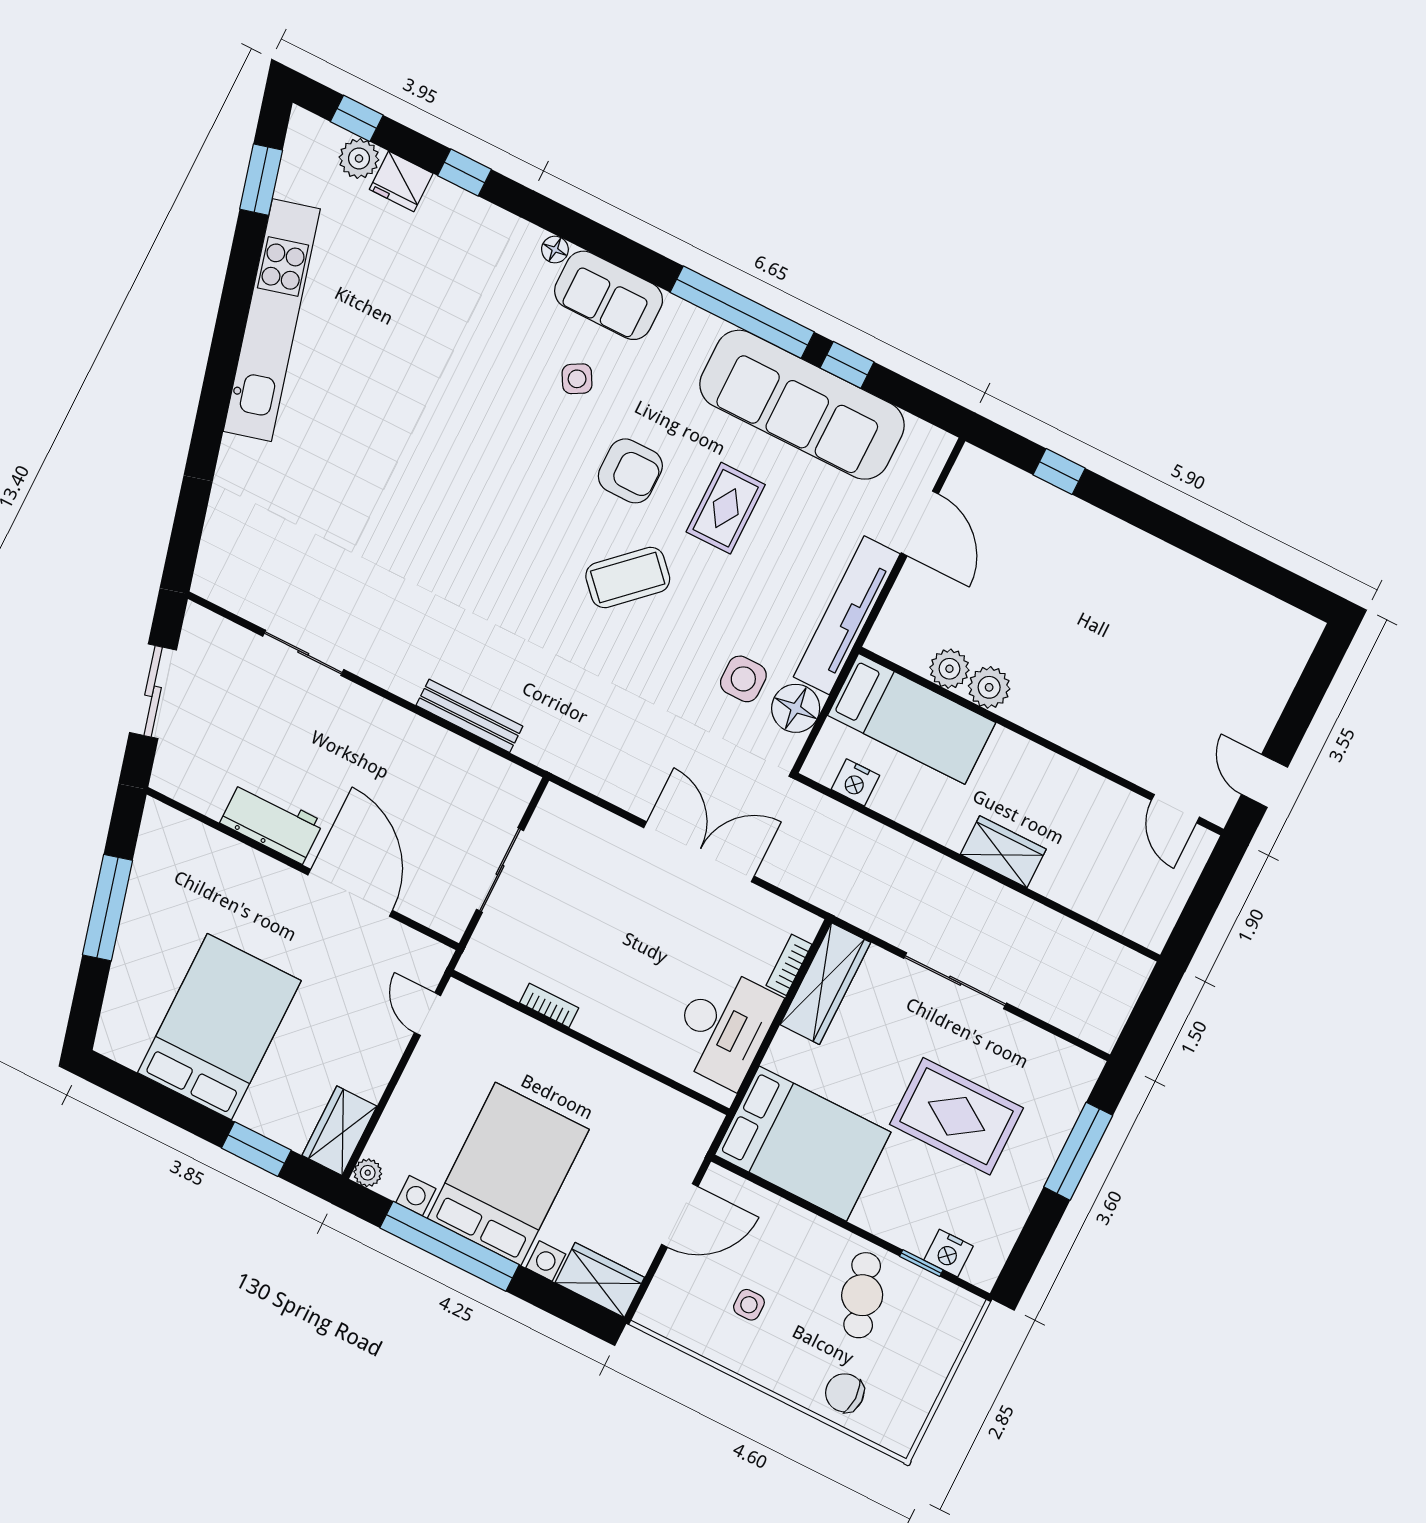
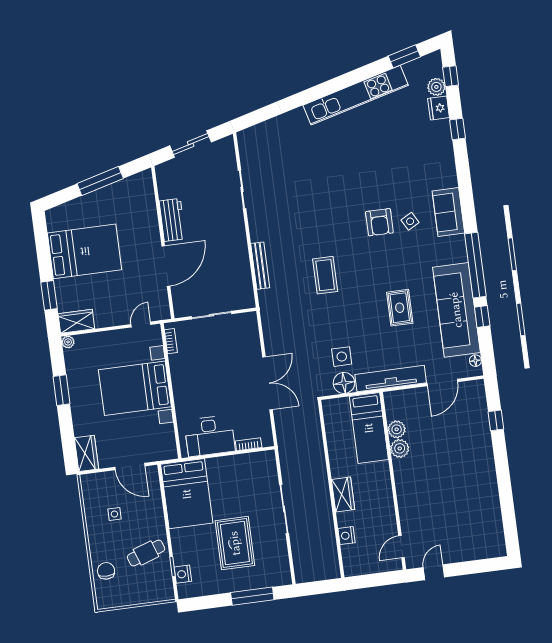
floor lamp: (555, 250) -> (475, 361), moved
armchair: (630, 471) -> (379, 222), moved
rug: (726, 508) -> (400, 308), turned 90
coffee table: (628, 578) -> (325, 275), moved, turned 43
nightstand: (855, 782) -> (347, 536), moved
wardrobe: (825, 984) -> (251, 462), removed
bookcase: (549, 1005) -> (171, 341), moved
bed with nightstands: (508, 1174) -> (135, 388), moved, turned 180
window: (449, 1246) -> (61, 390), width x0.47

